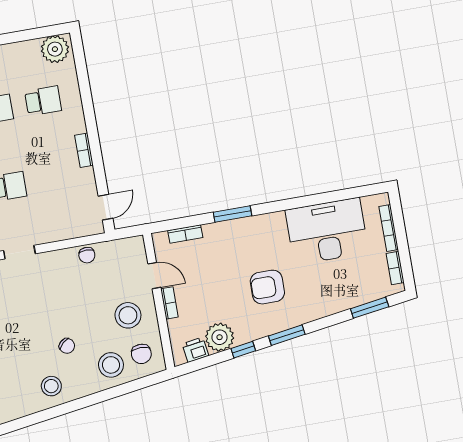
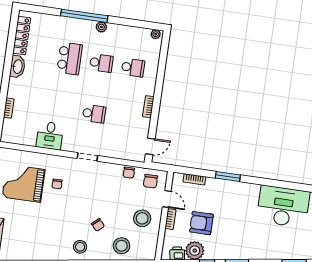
plant: (55, 49) -> (156, 34), width x0.53, depth x0.53
armchair: (267, 287) -> (201, 223), moved
chair: (141, 354) -> (150, 181), moved

